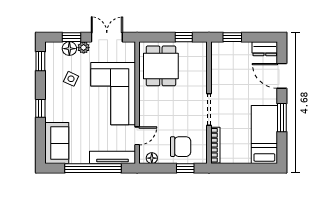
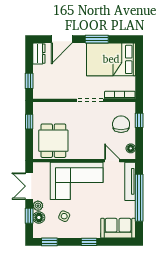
dining table: (161, 66) -> (53, 141), turned 90
bed: (264, 134) -> (111, 59), width x1.50

